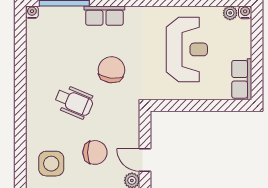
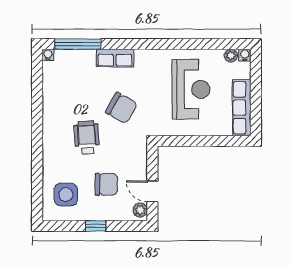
chair: (111, 70) -> (121, 108), turned 113
row of seats: (242, 79) -> (242, 108), width x1.48
wheelchair: (74, 102) -> (87, 138), turned -117

